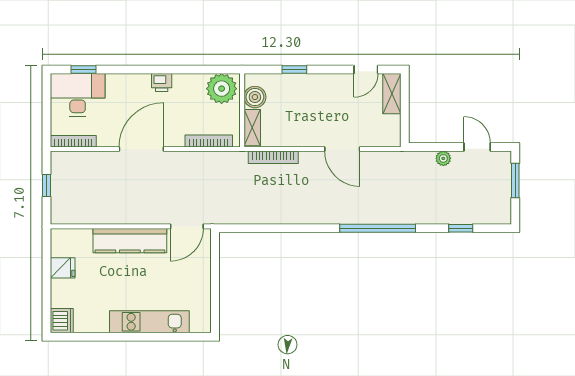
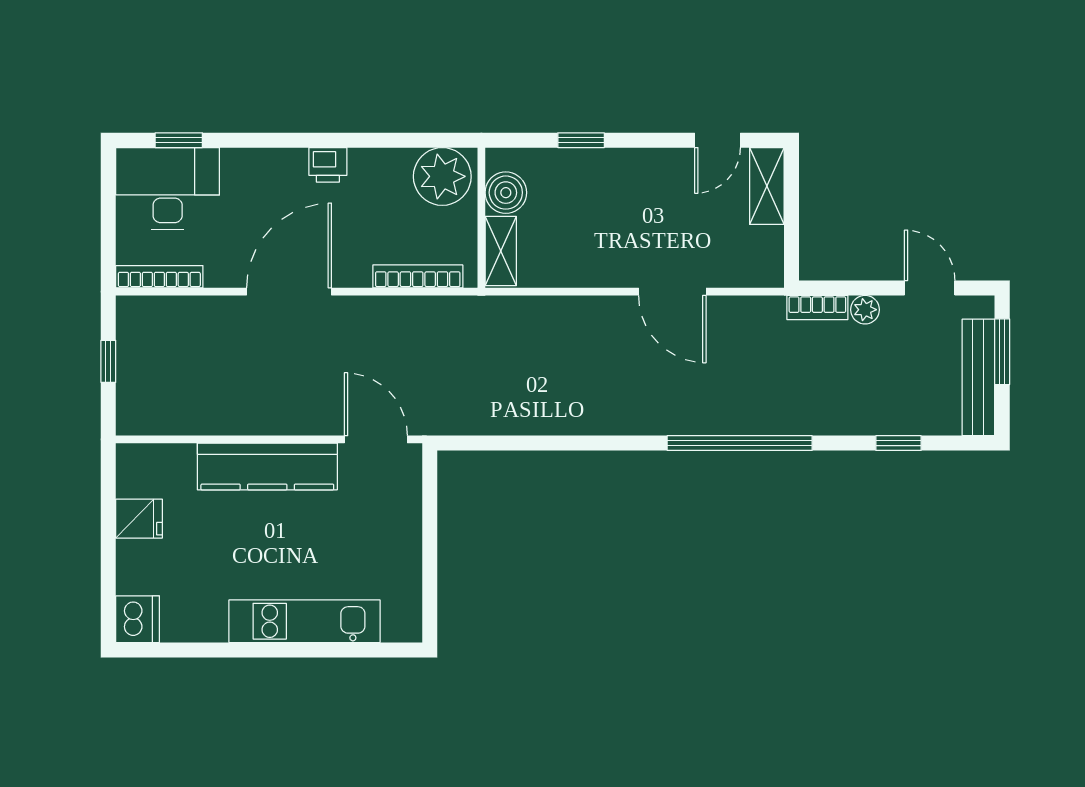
bookcase: (273, 157) -> (817, 307), moved, width x0.64
bench: (503, 194) -> (978, 377), added
door: (187, 226) -> (376, 439), swing flipped

